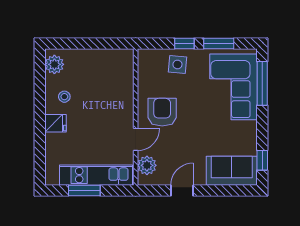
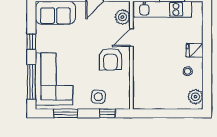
window: (184, 43) -> (107, 113), moved
window: (262, 160) -> (31, 42), moved

